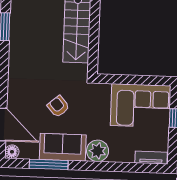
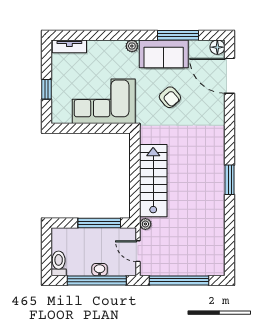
corner sofa: (141, 106) -> (104, 101), moved
plant: (98, 151) -> (132, 46), width x0.53, depth x0.53

